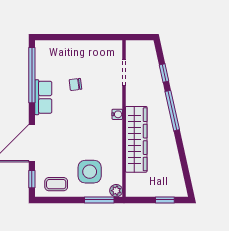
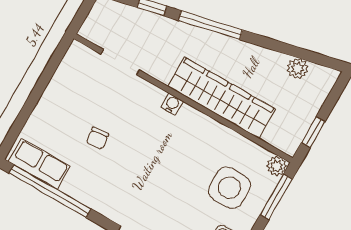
row of seats: (43, 97) -> (39, 164), moved
plant: (176, 172) -> (298, 68), added
window: (165, 200) -> (313, 132), moved

